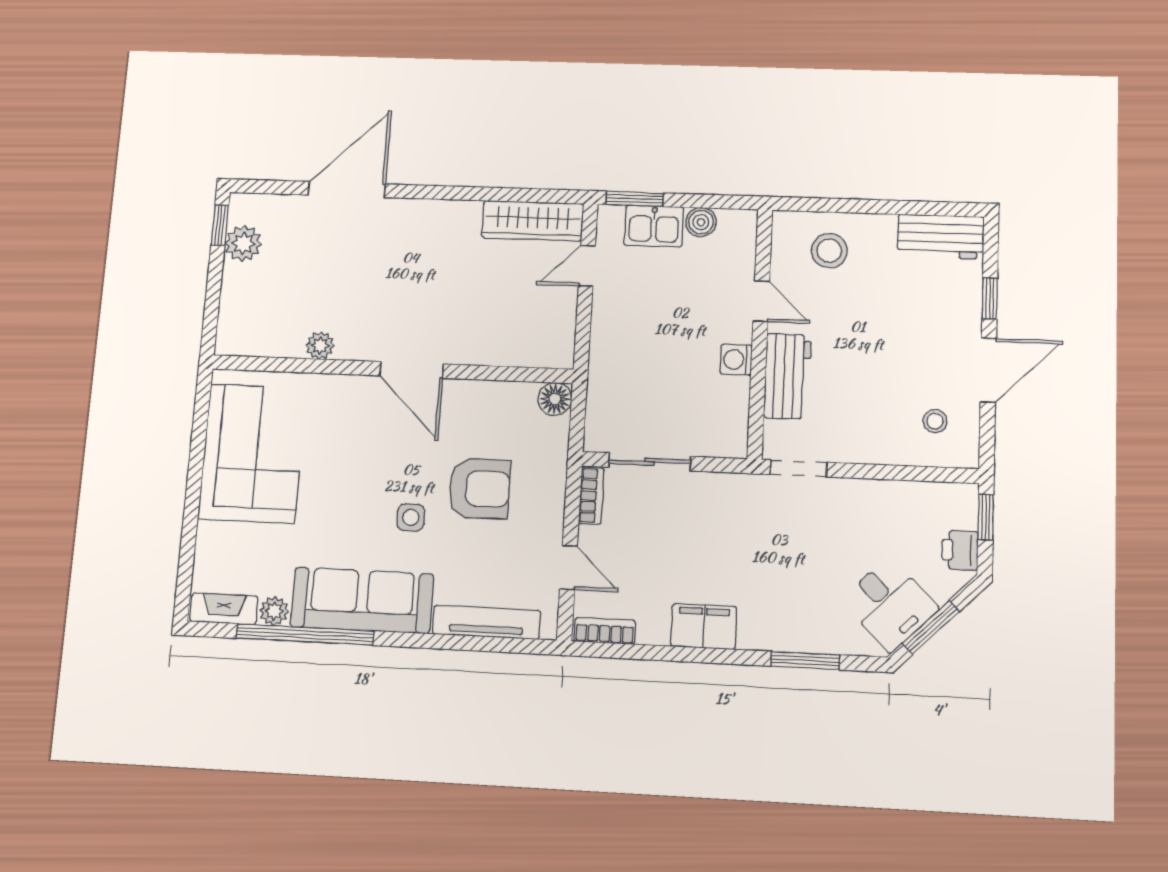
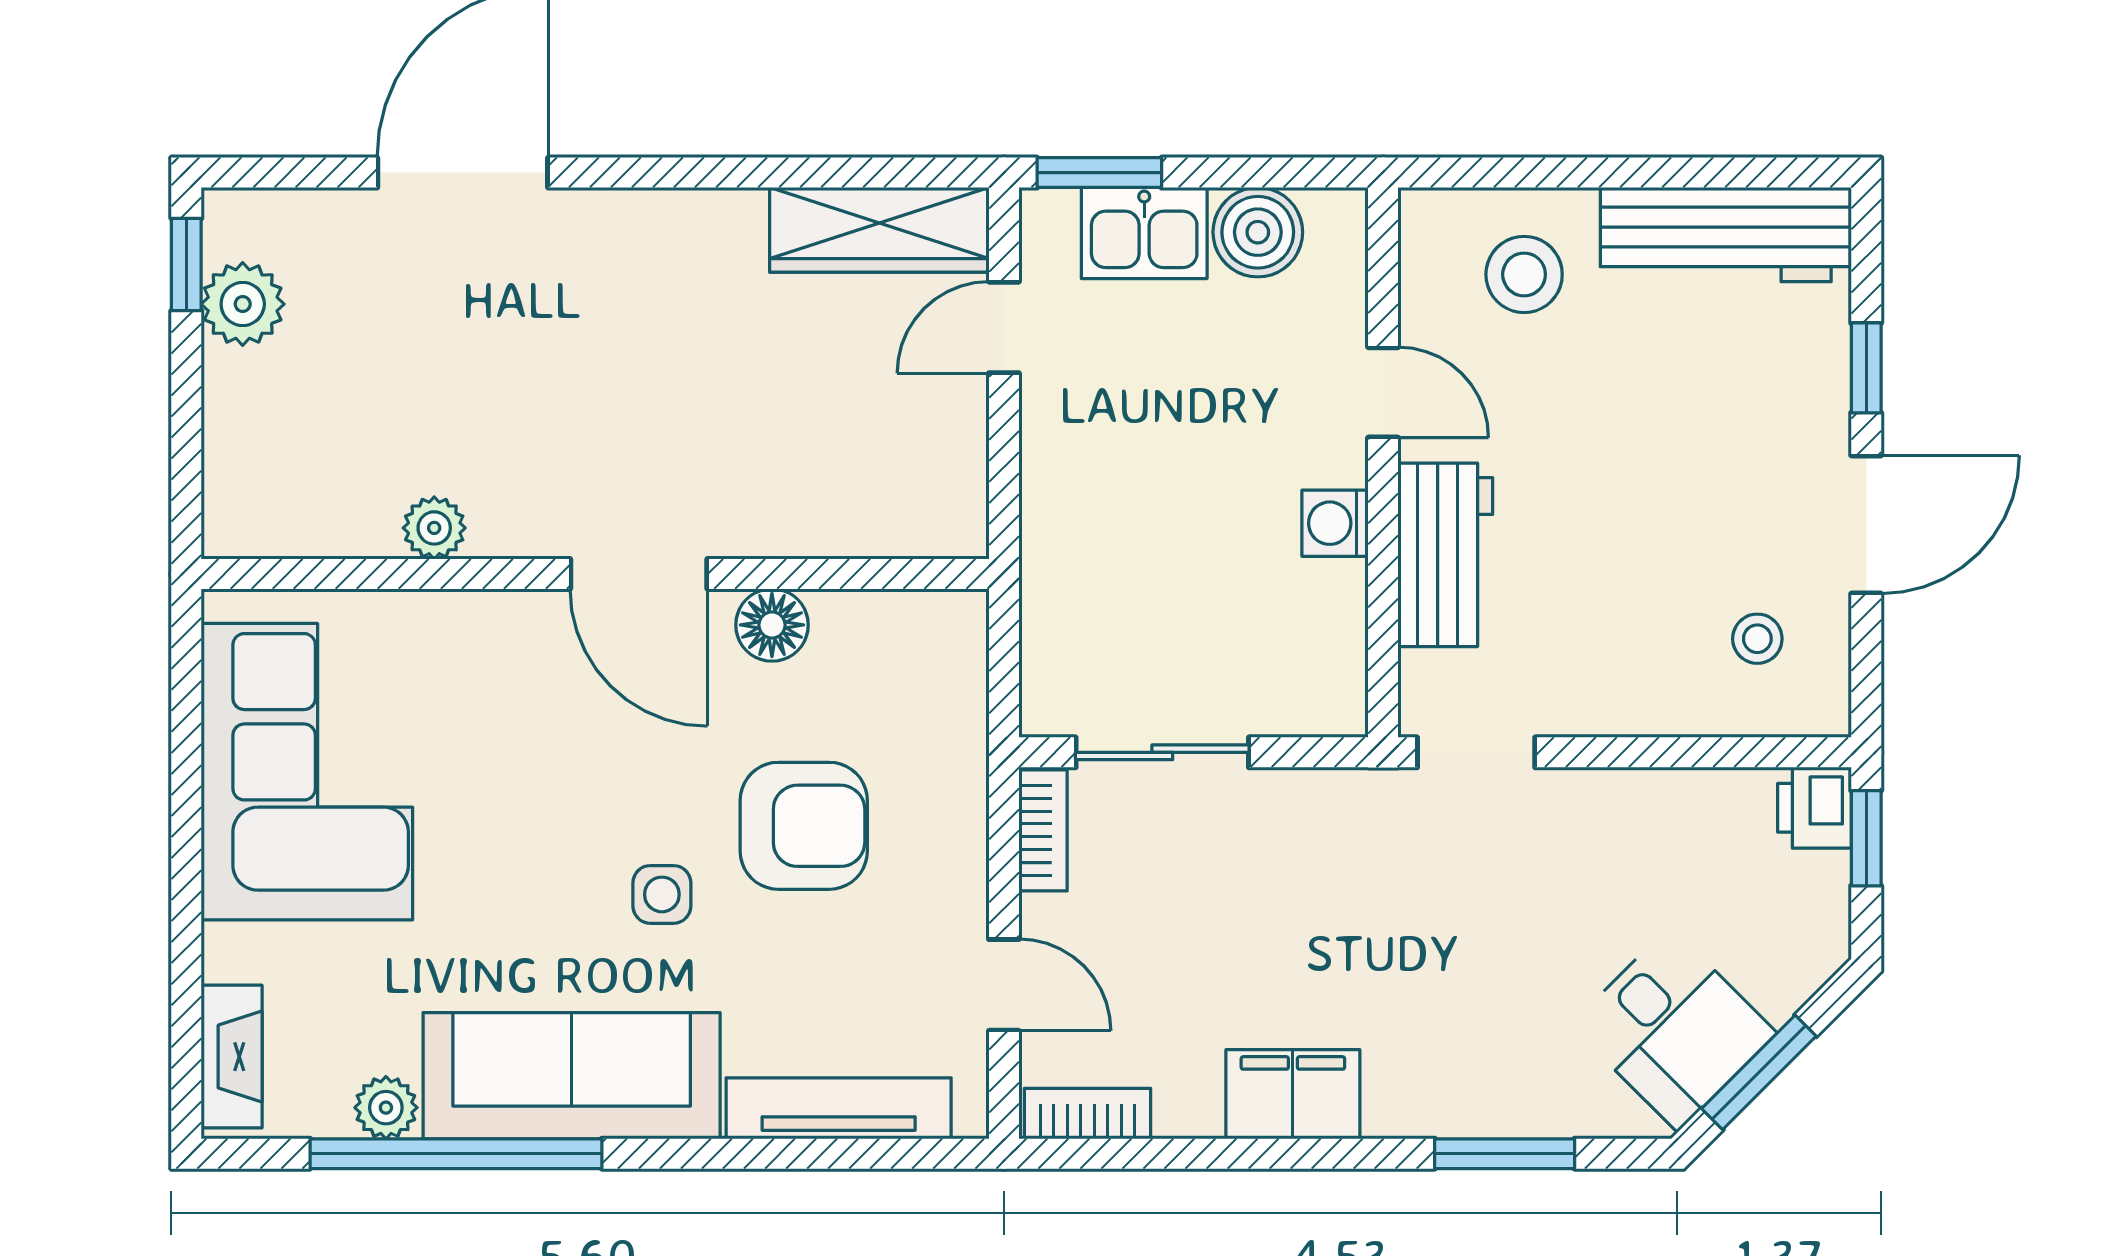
boiler: (701, 222) -> (1258, 232), width x1.36, depth x1.36
workbench: (941, 236) -> (1726, 235), width x1.38
floor lamp: (555, 399) -> (772, 625), moved
printer: (960, 550) -> (1814, 808), moved
fireplace: (224, 609) -> (232, 1057), moved, turned 90

